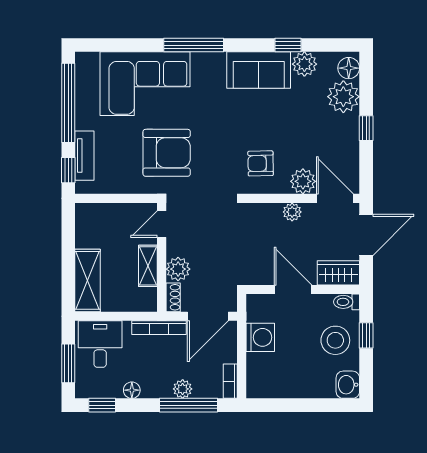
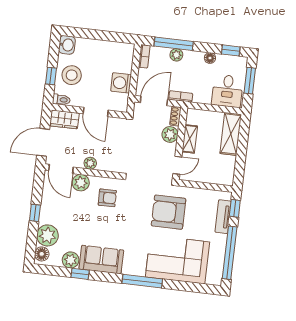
bookcase: (159, 328) -> (181, 96), width x0.64

